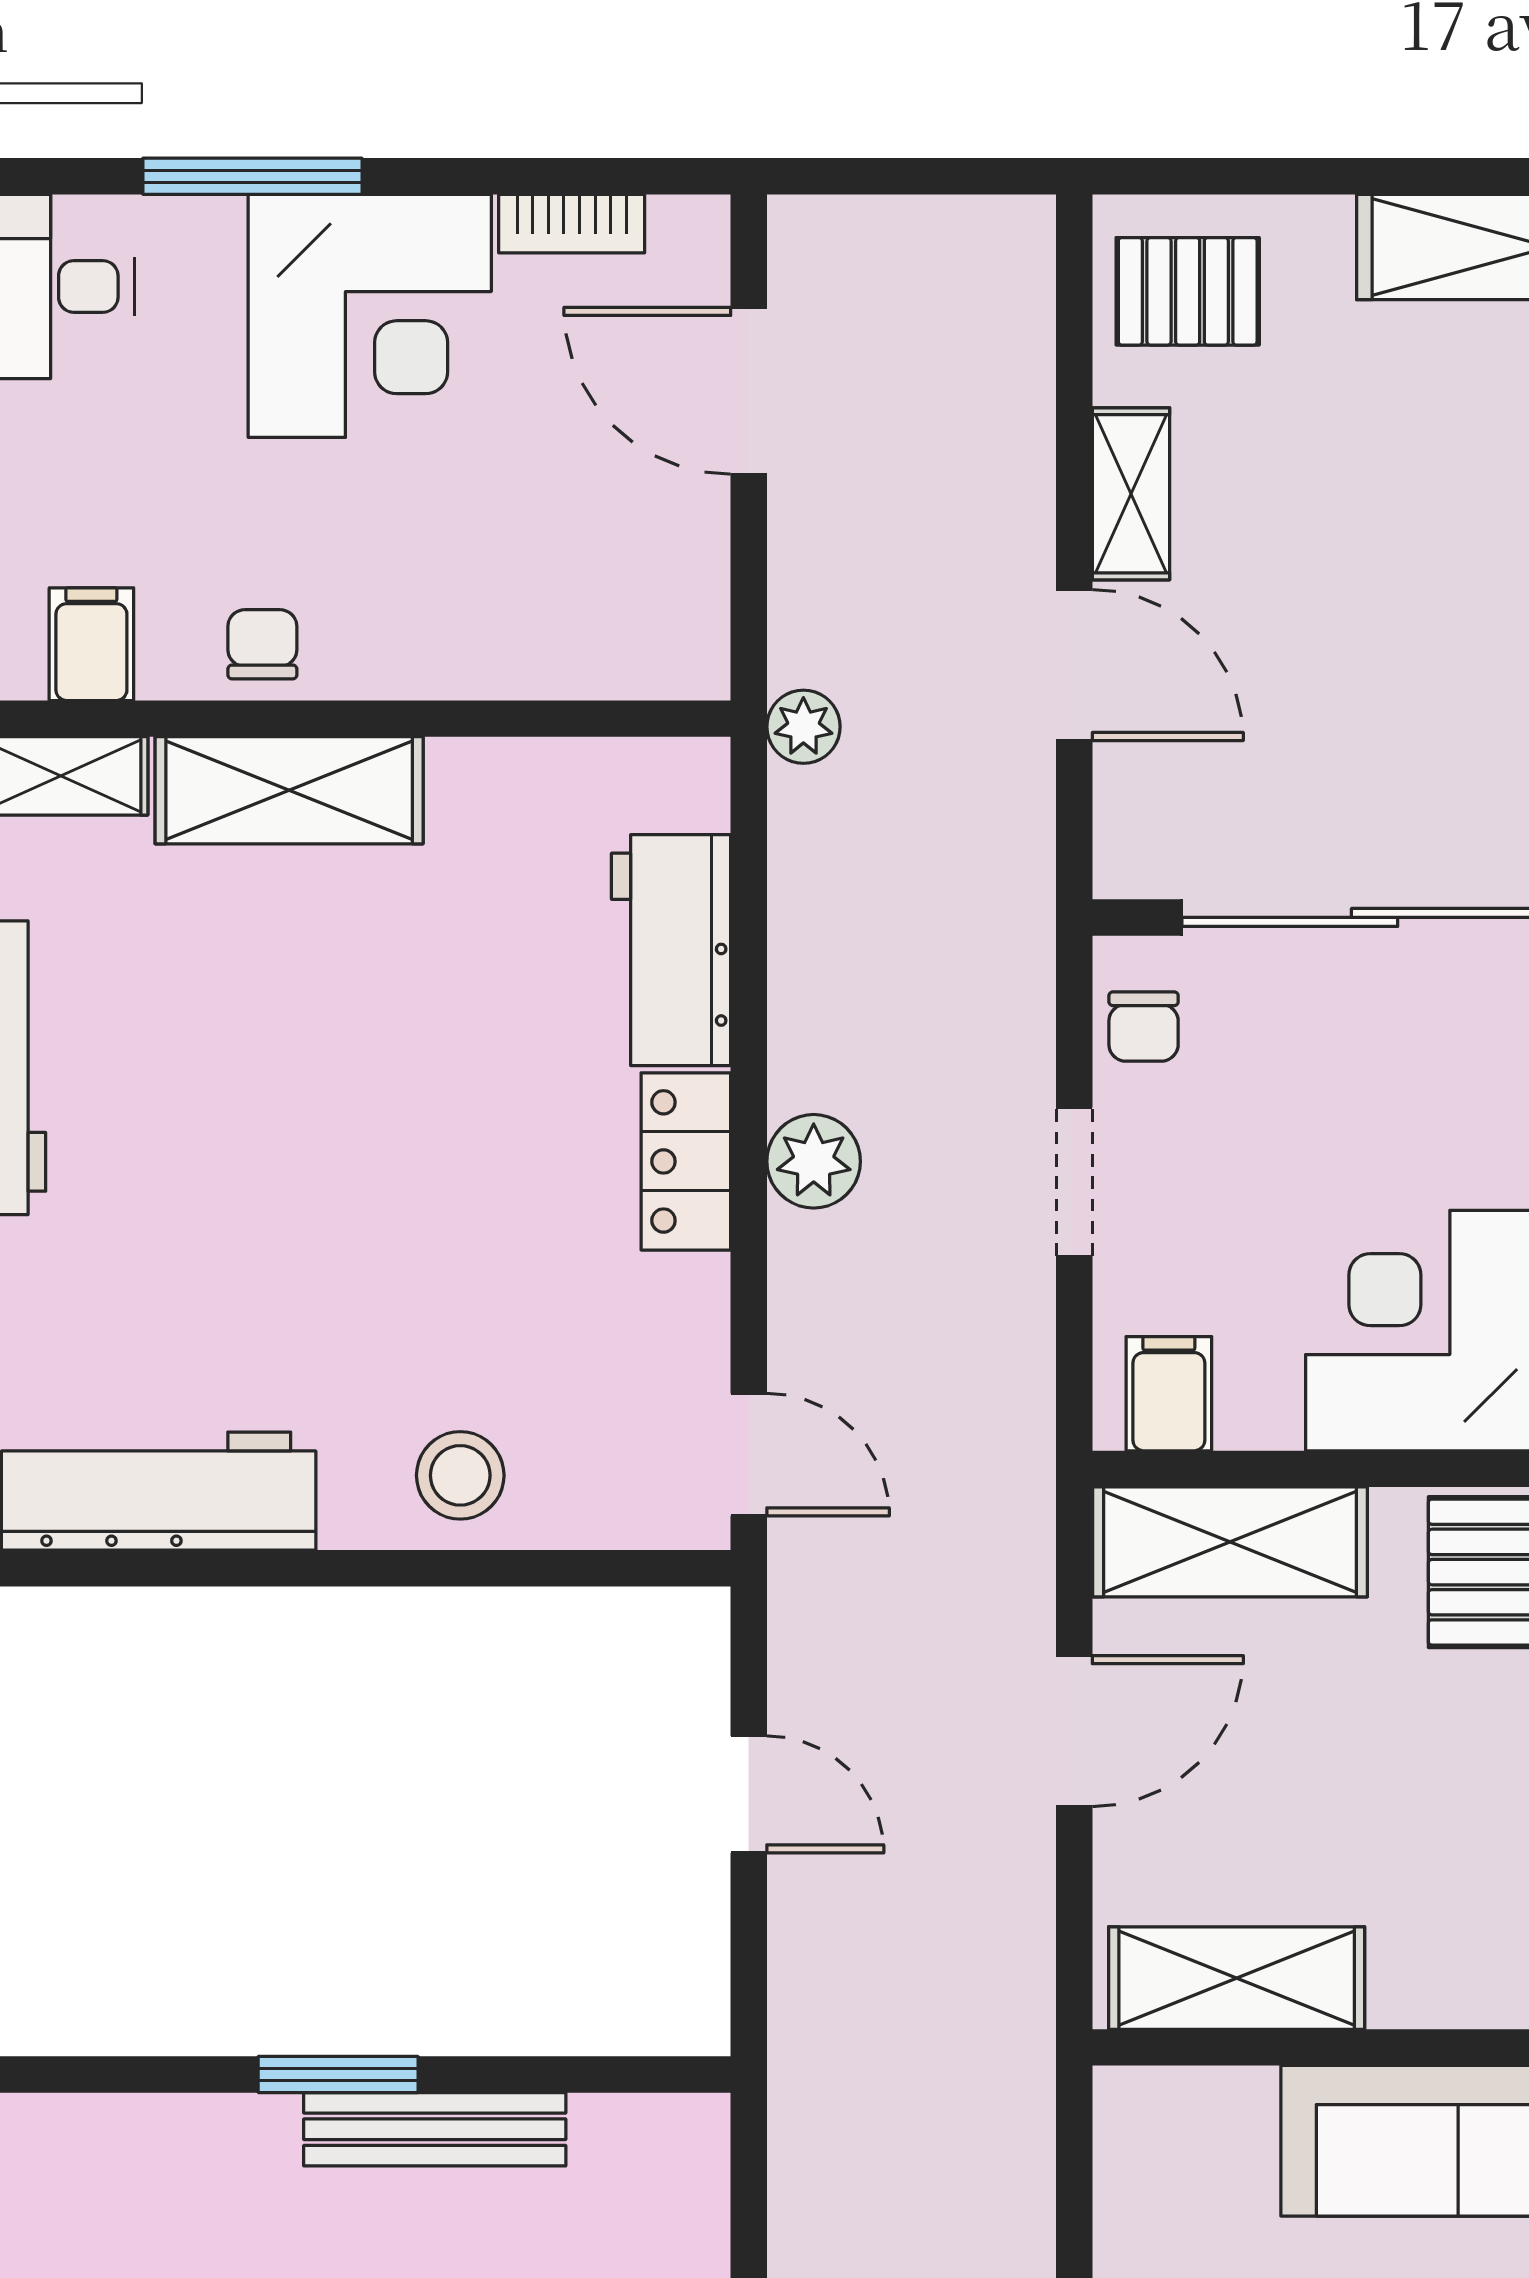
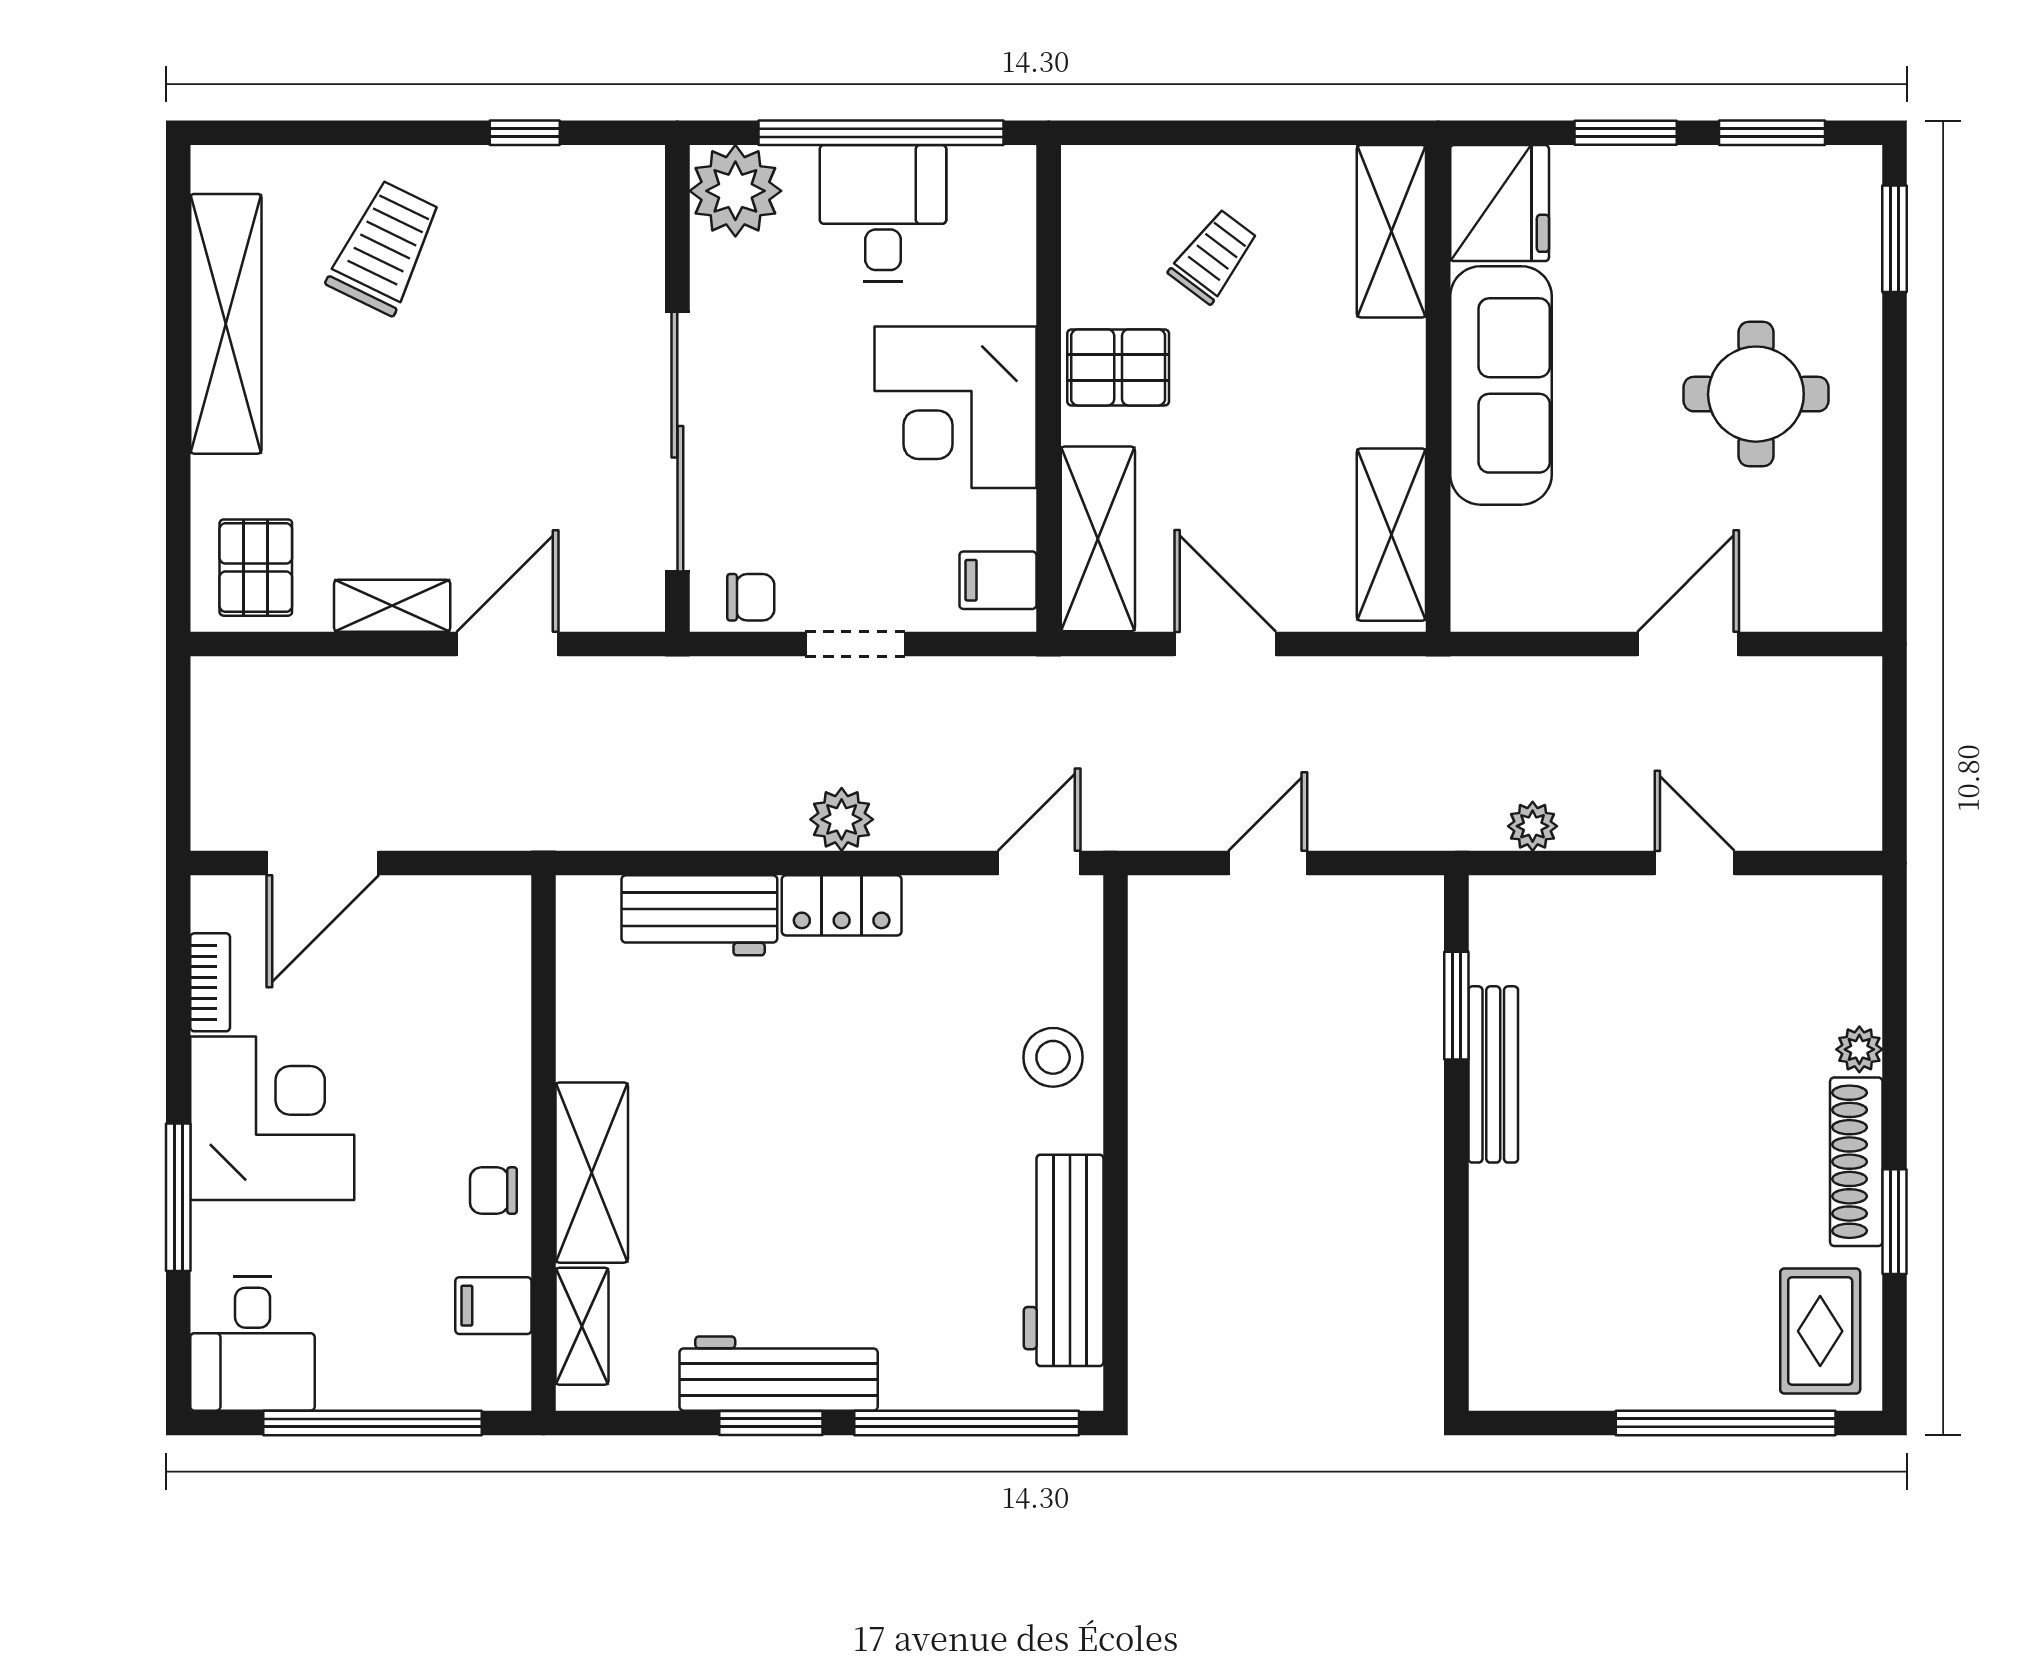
plant: (803, 727) -> (1533, 826), moved
window: (338, 2074) -> (1456, 1006), moved

